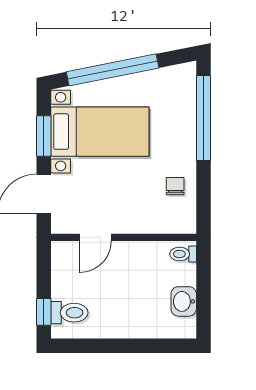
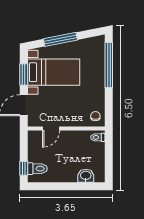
window: (113, 70) -> (60, 39), width x0.68
chair: (175, 186) -> (95, 116), moved
washbasin: (184, 301) -> (86, 176), moved, turned 90

